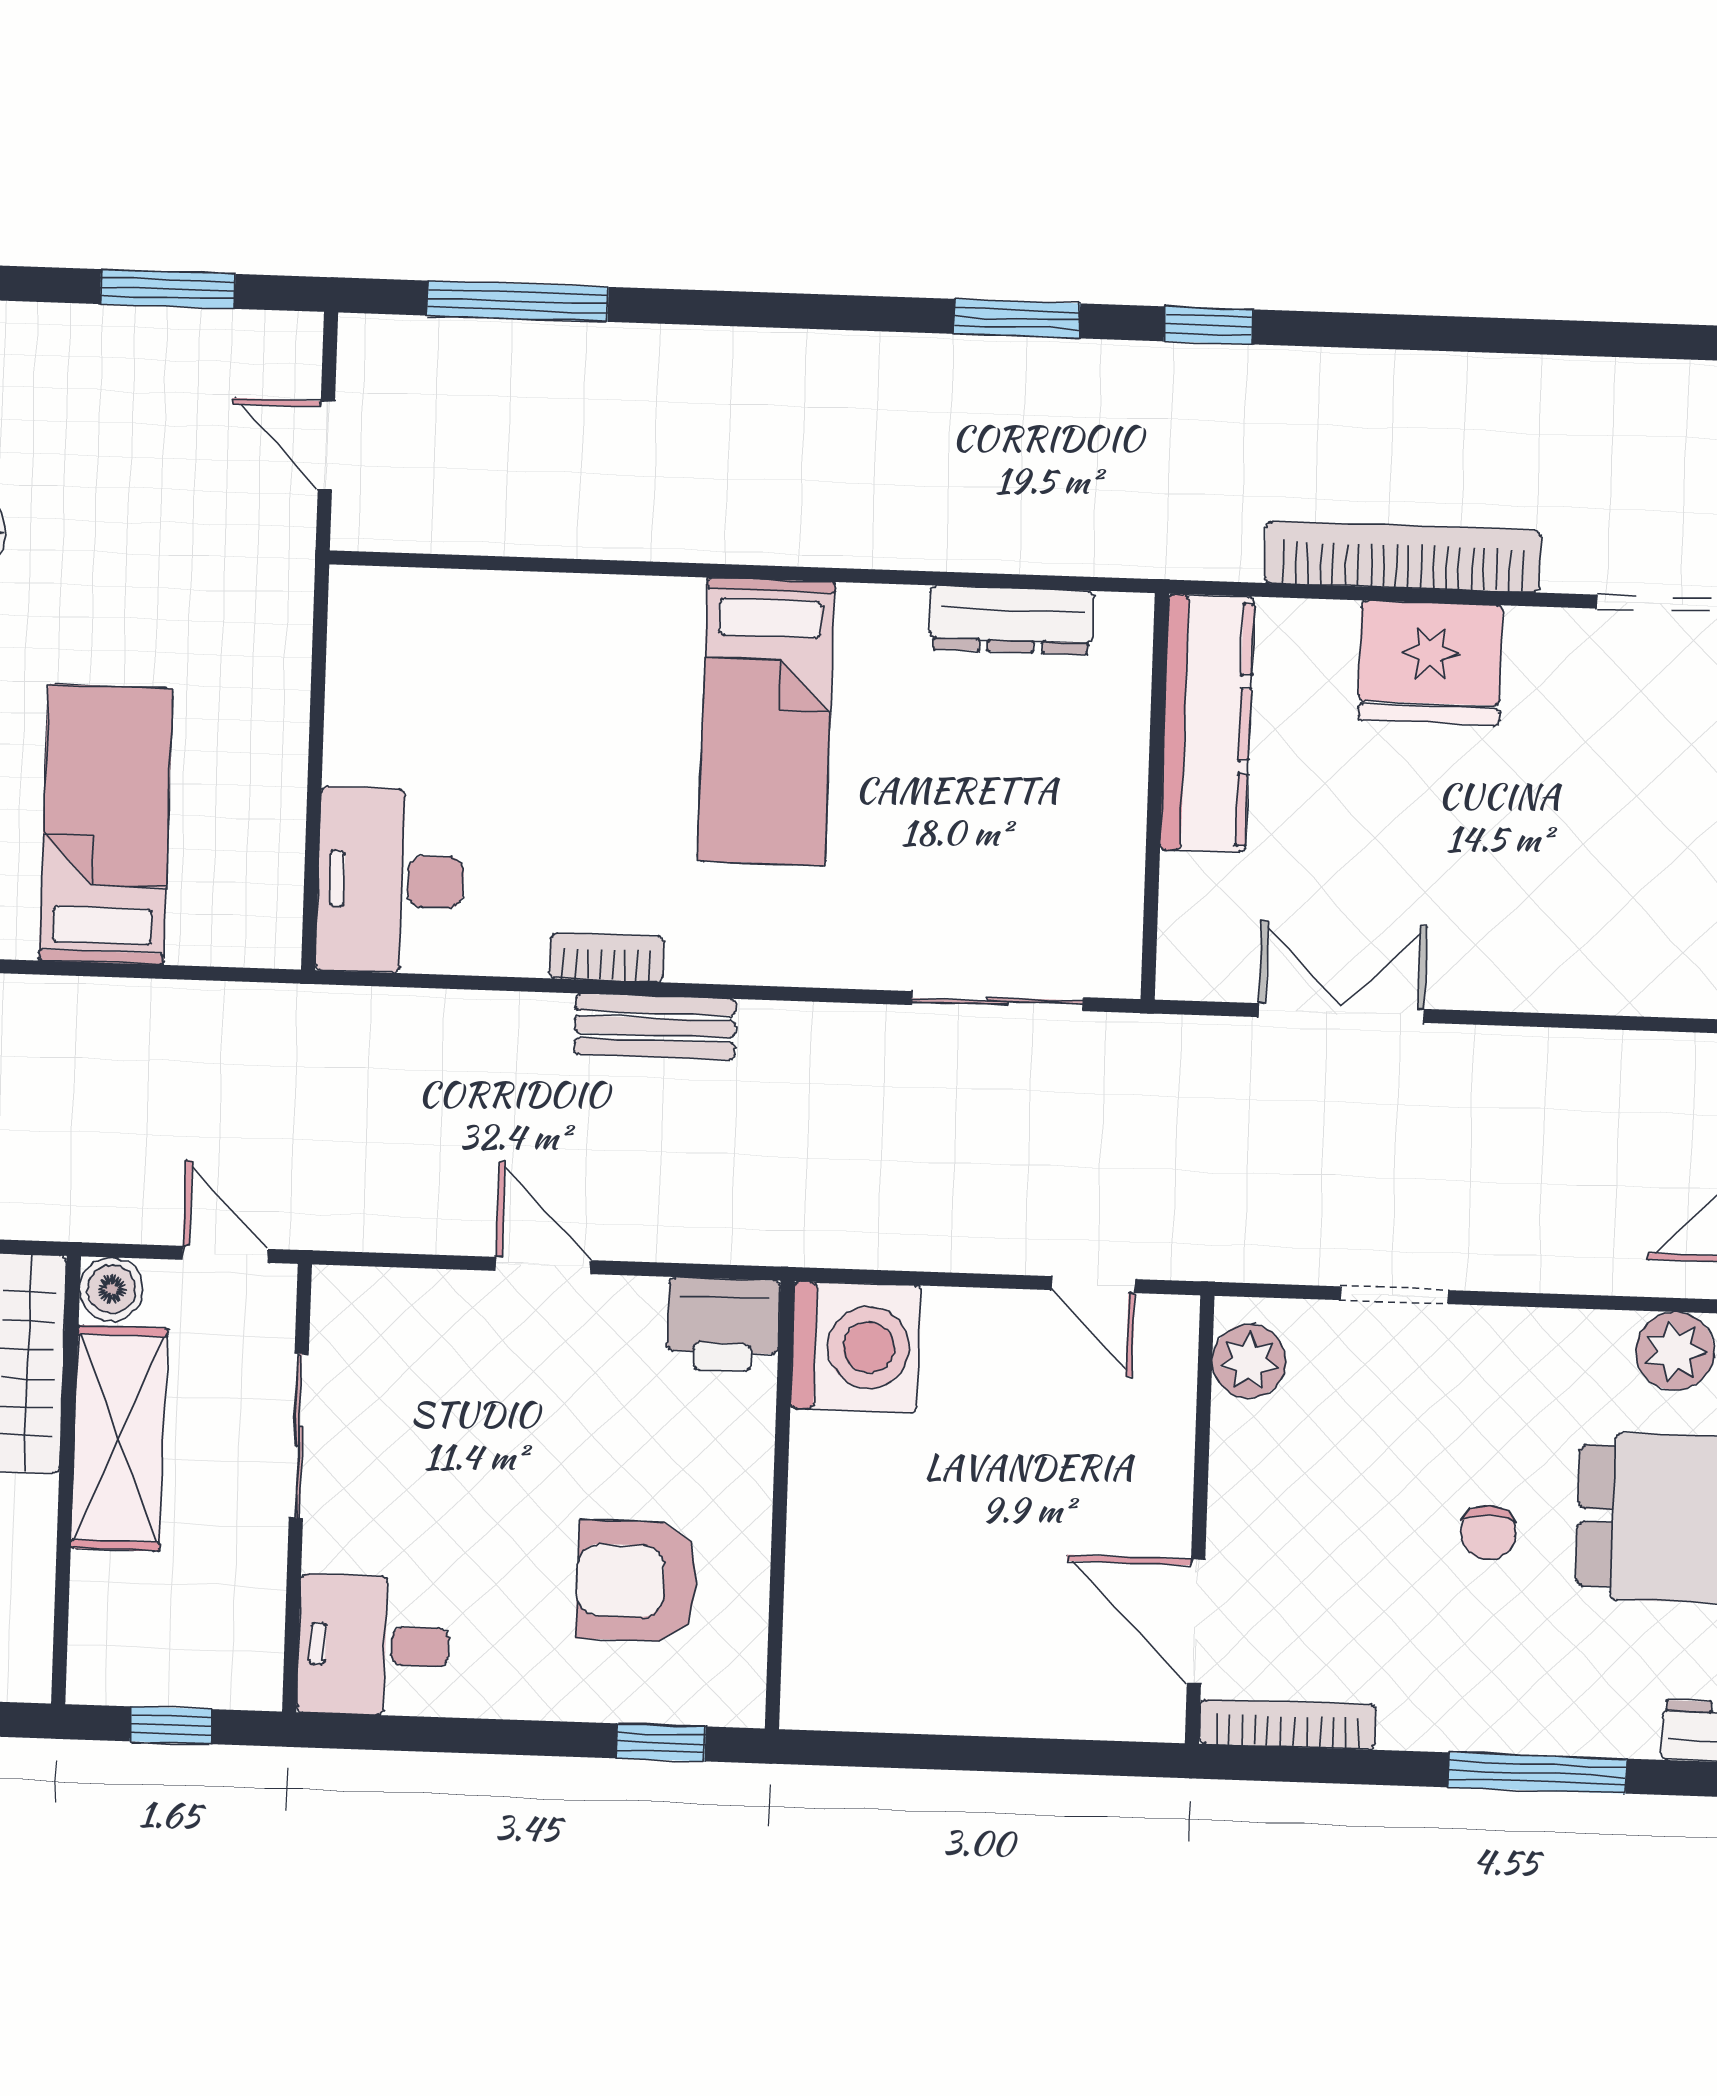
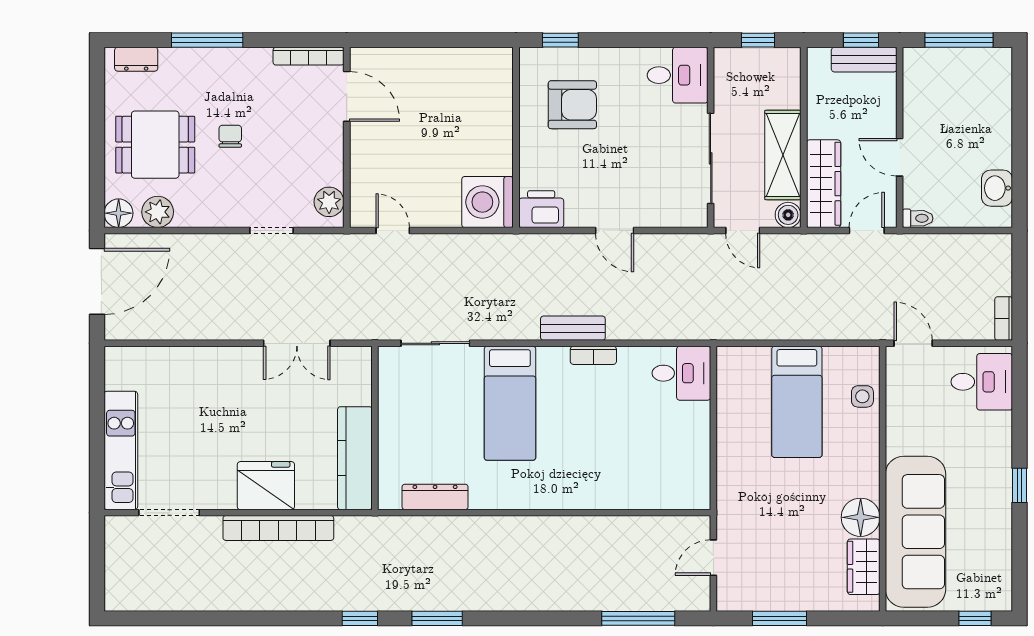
door: (326, 445) -> (713, 558), swing flipped
bed: (766, 721) -> (510, 403), moved, turned 180
desk: (391, 881) -> (681, 373), width x0.73
sliding door: (299, 1436) -> (711, 158), width x1.37

